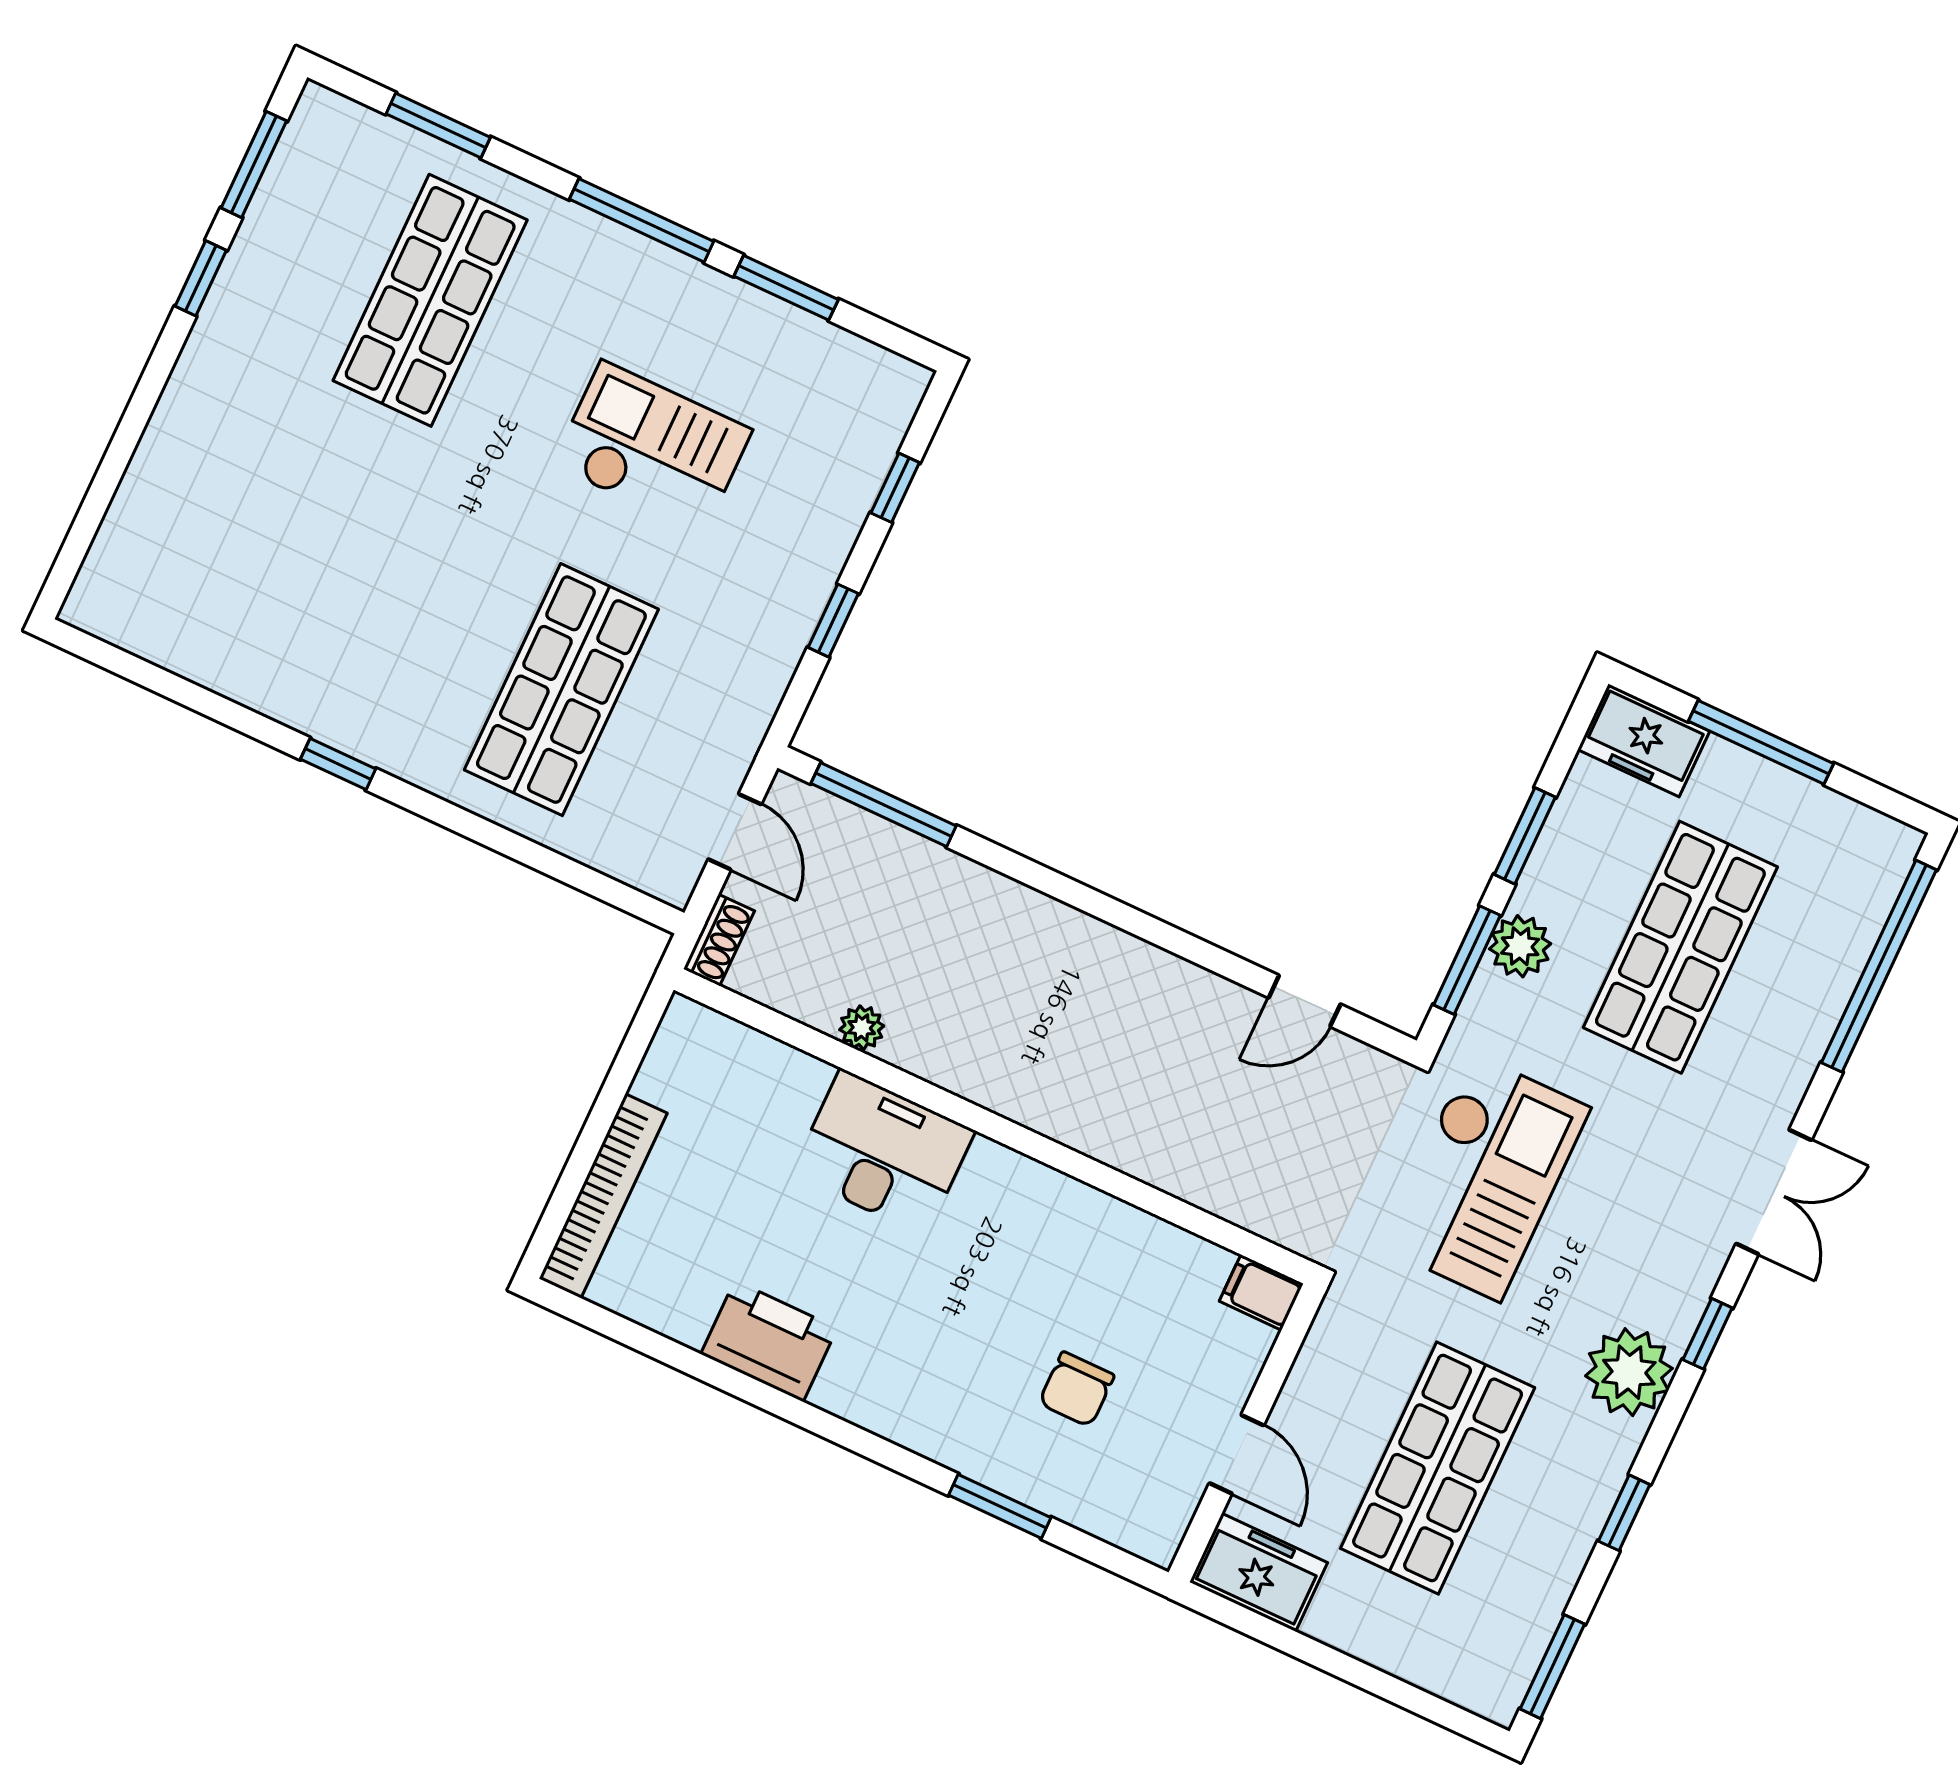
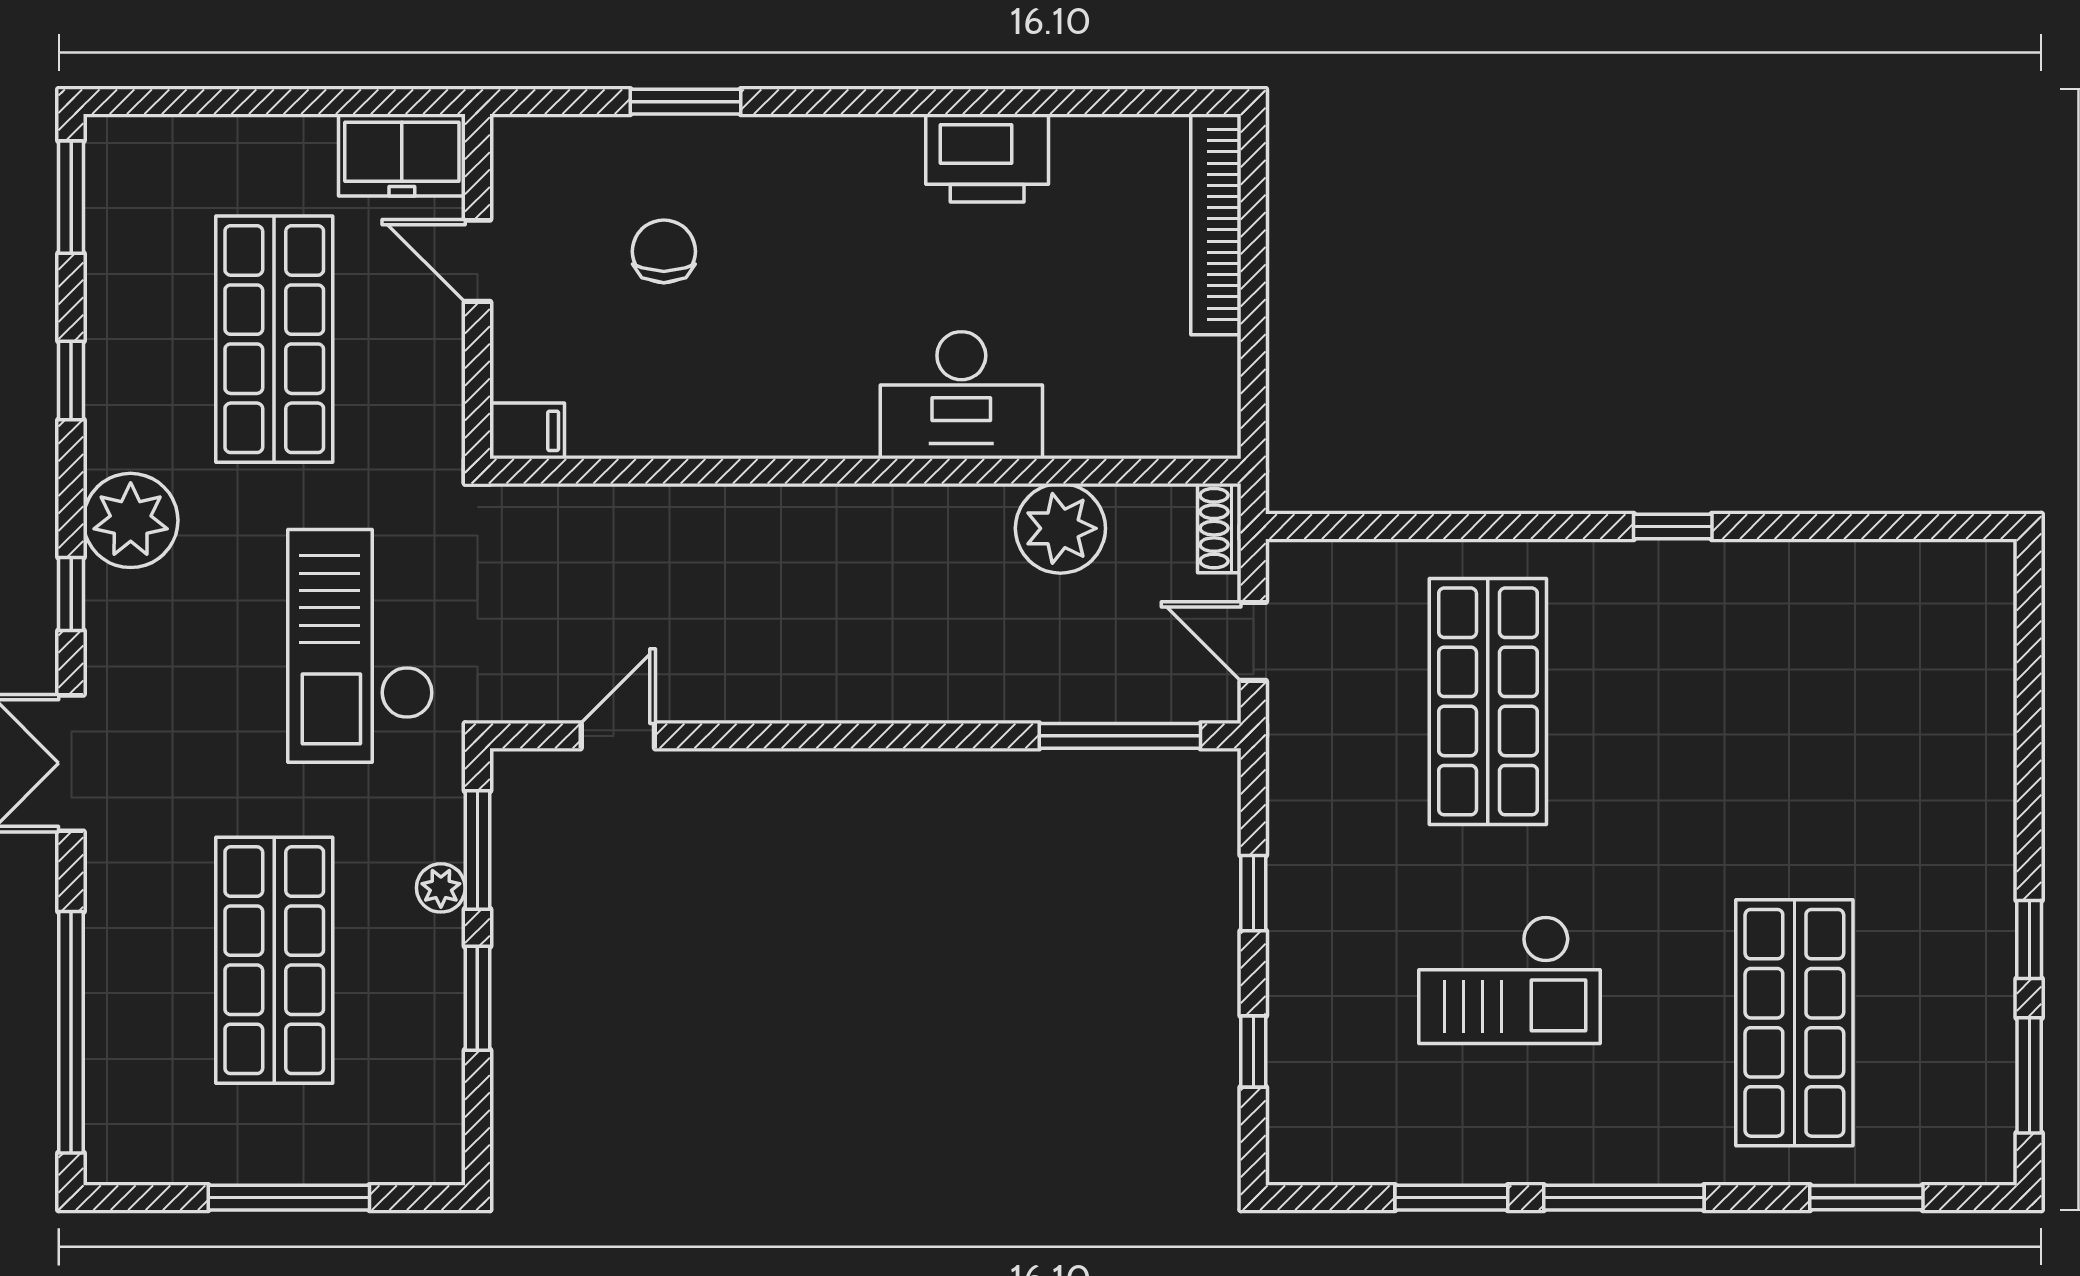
freezer: (1644, 740) -> (405, 1146), removed
plant: (1520, 946) -> (441, 888), width x0.73, depth x0.73
plant: (862, 1028) -> (1060, 528), width x1.88, depth x1.88

